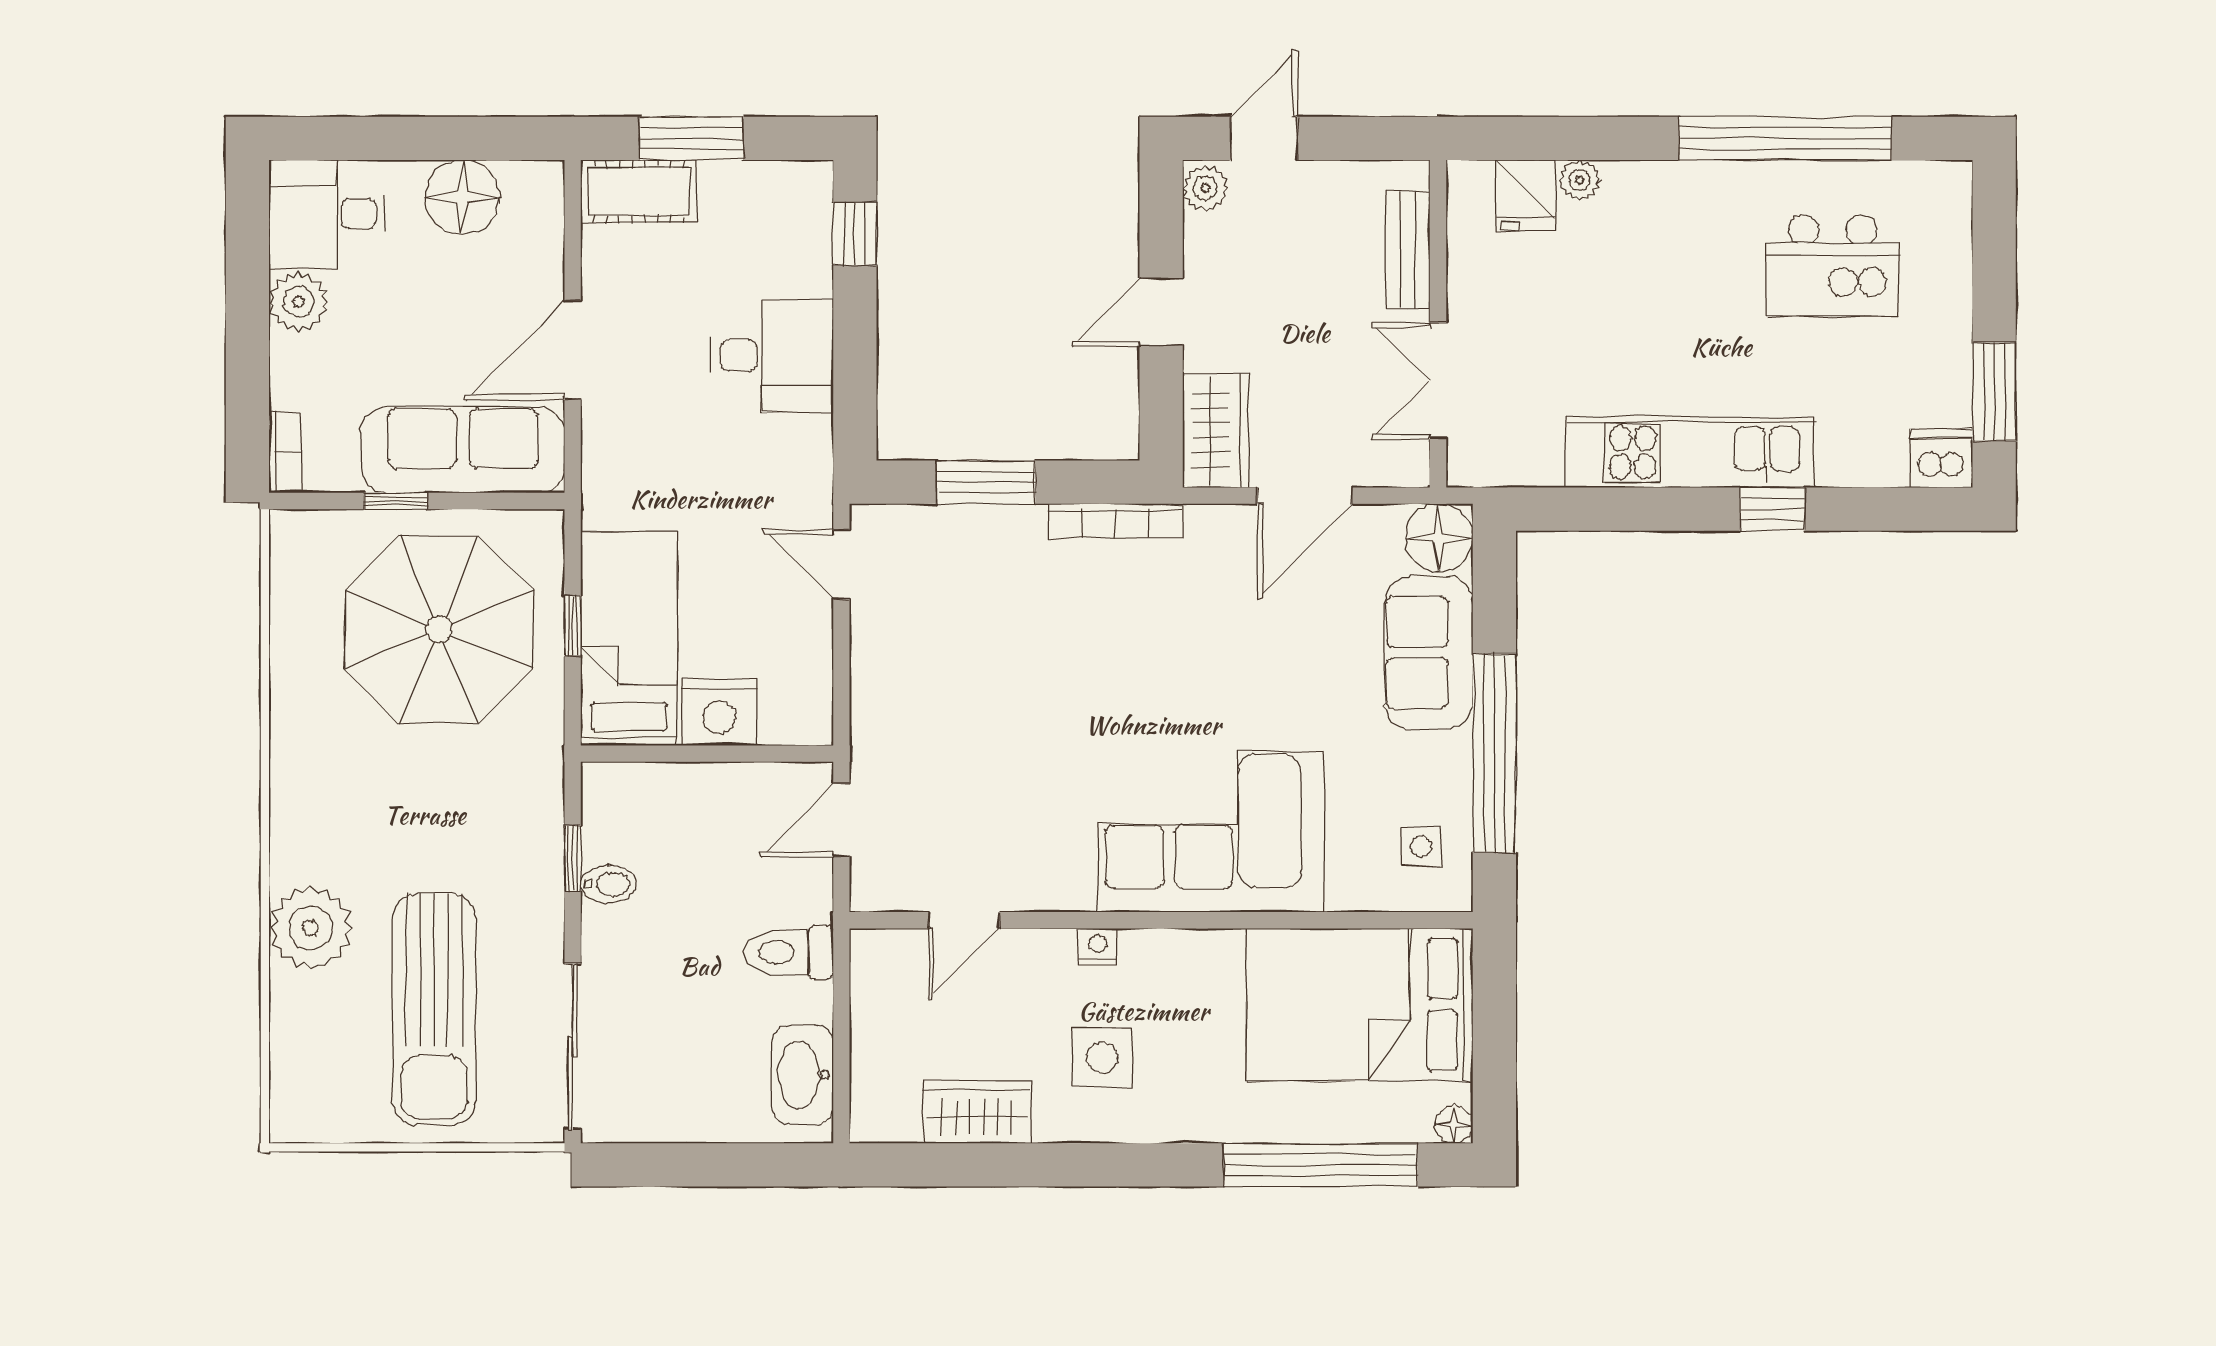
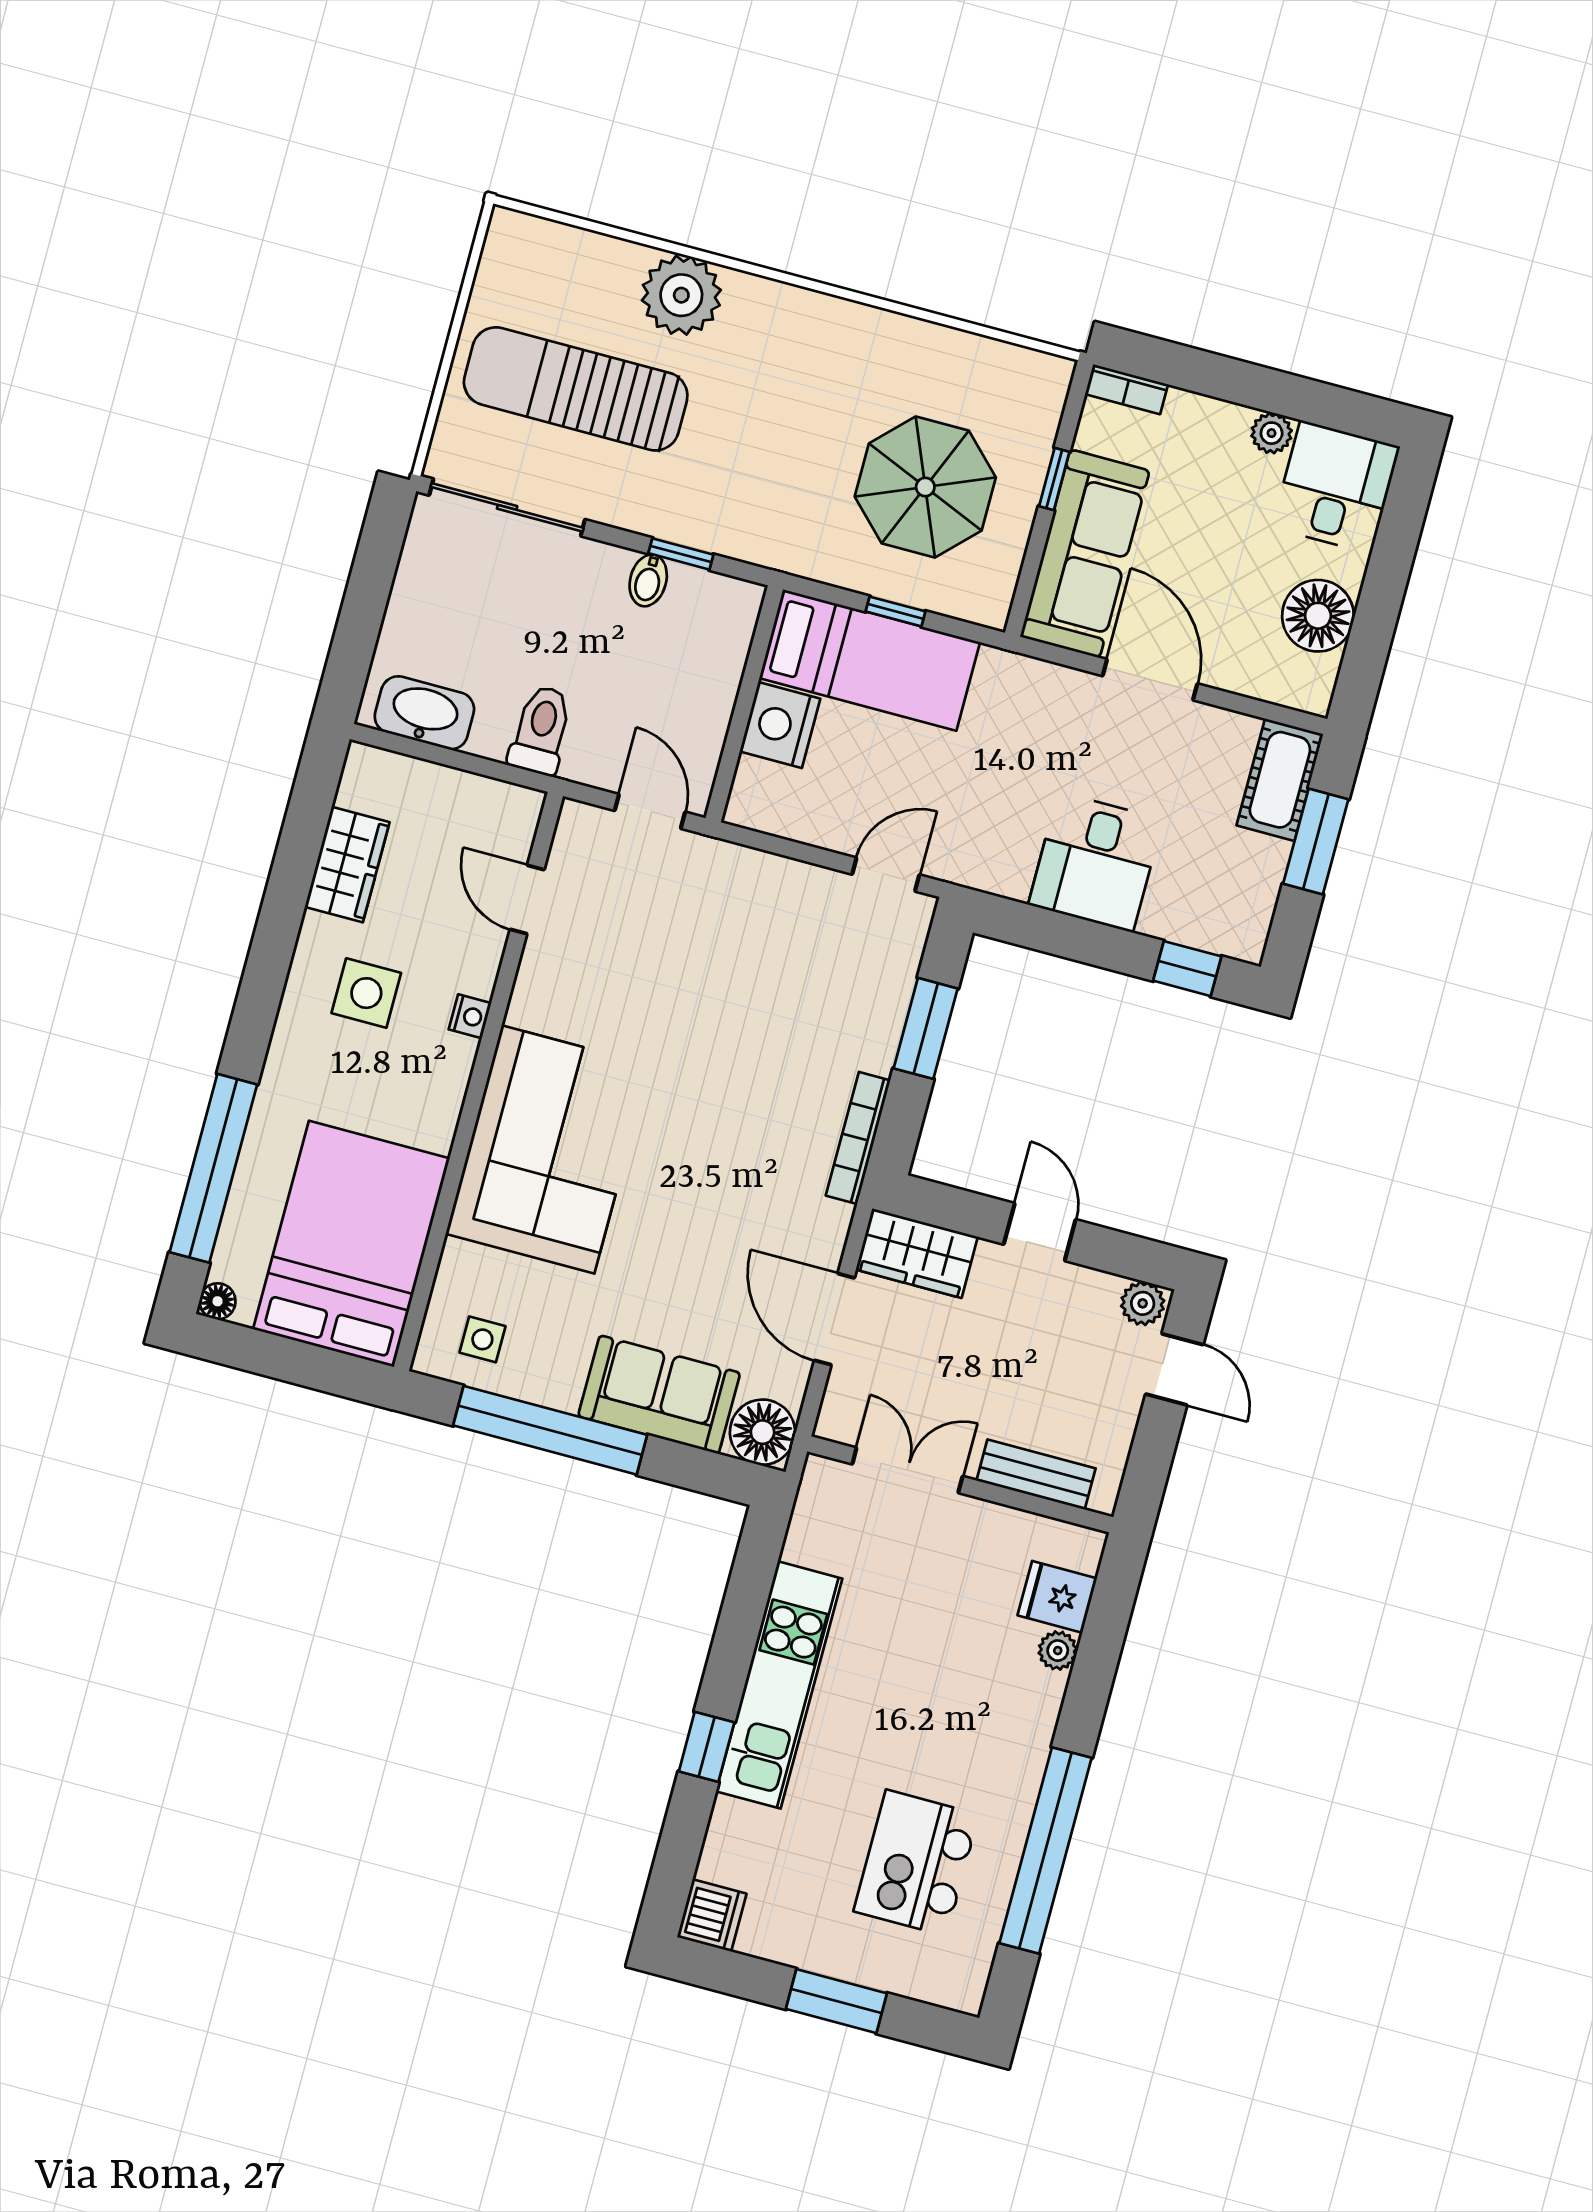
plant: (298, 302) -> (1272, 433), width x0.73, depth x0.73
window: (1994, 392) -> (836, 2001), moved
parasol: (439, 629) -> (925, 487), width x0.73, depth x0.73

